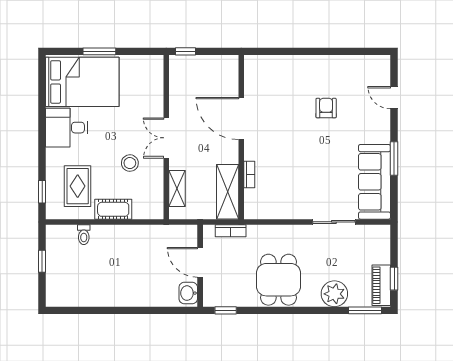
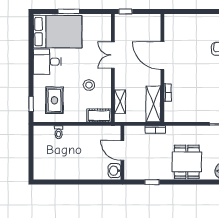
double door: (166, 138) -> (113, 55), moved
cot: (113, 209) -> (99, 115), moved
window: (42, 261) -> (31, 150), removed
door: (200, 262) -> (122, 150), moved
wall: (200, 266) -> (122, 153), moved
washbasin: (188, 293) -> (114, 171), moved

